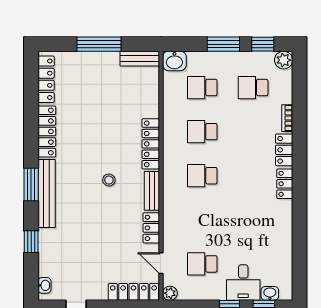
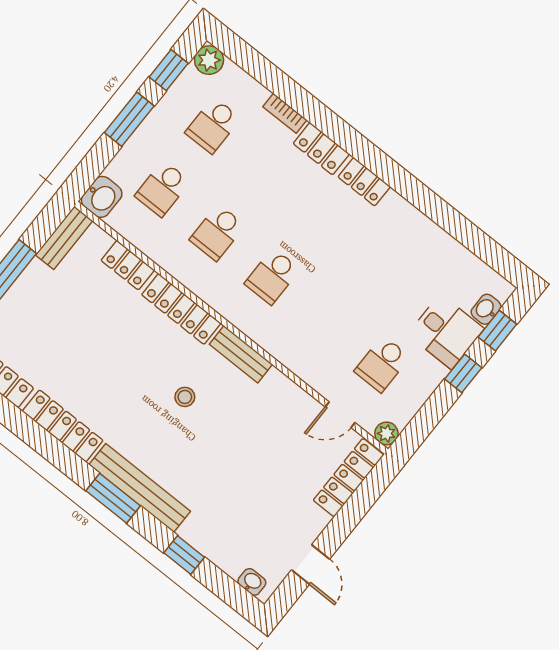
locker: (151, 228) -> (128, 265), moved

